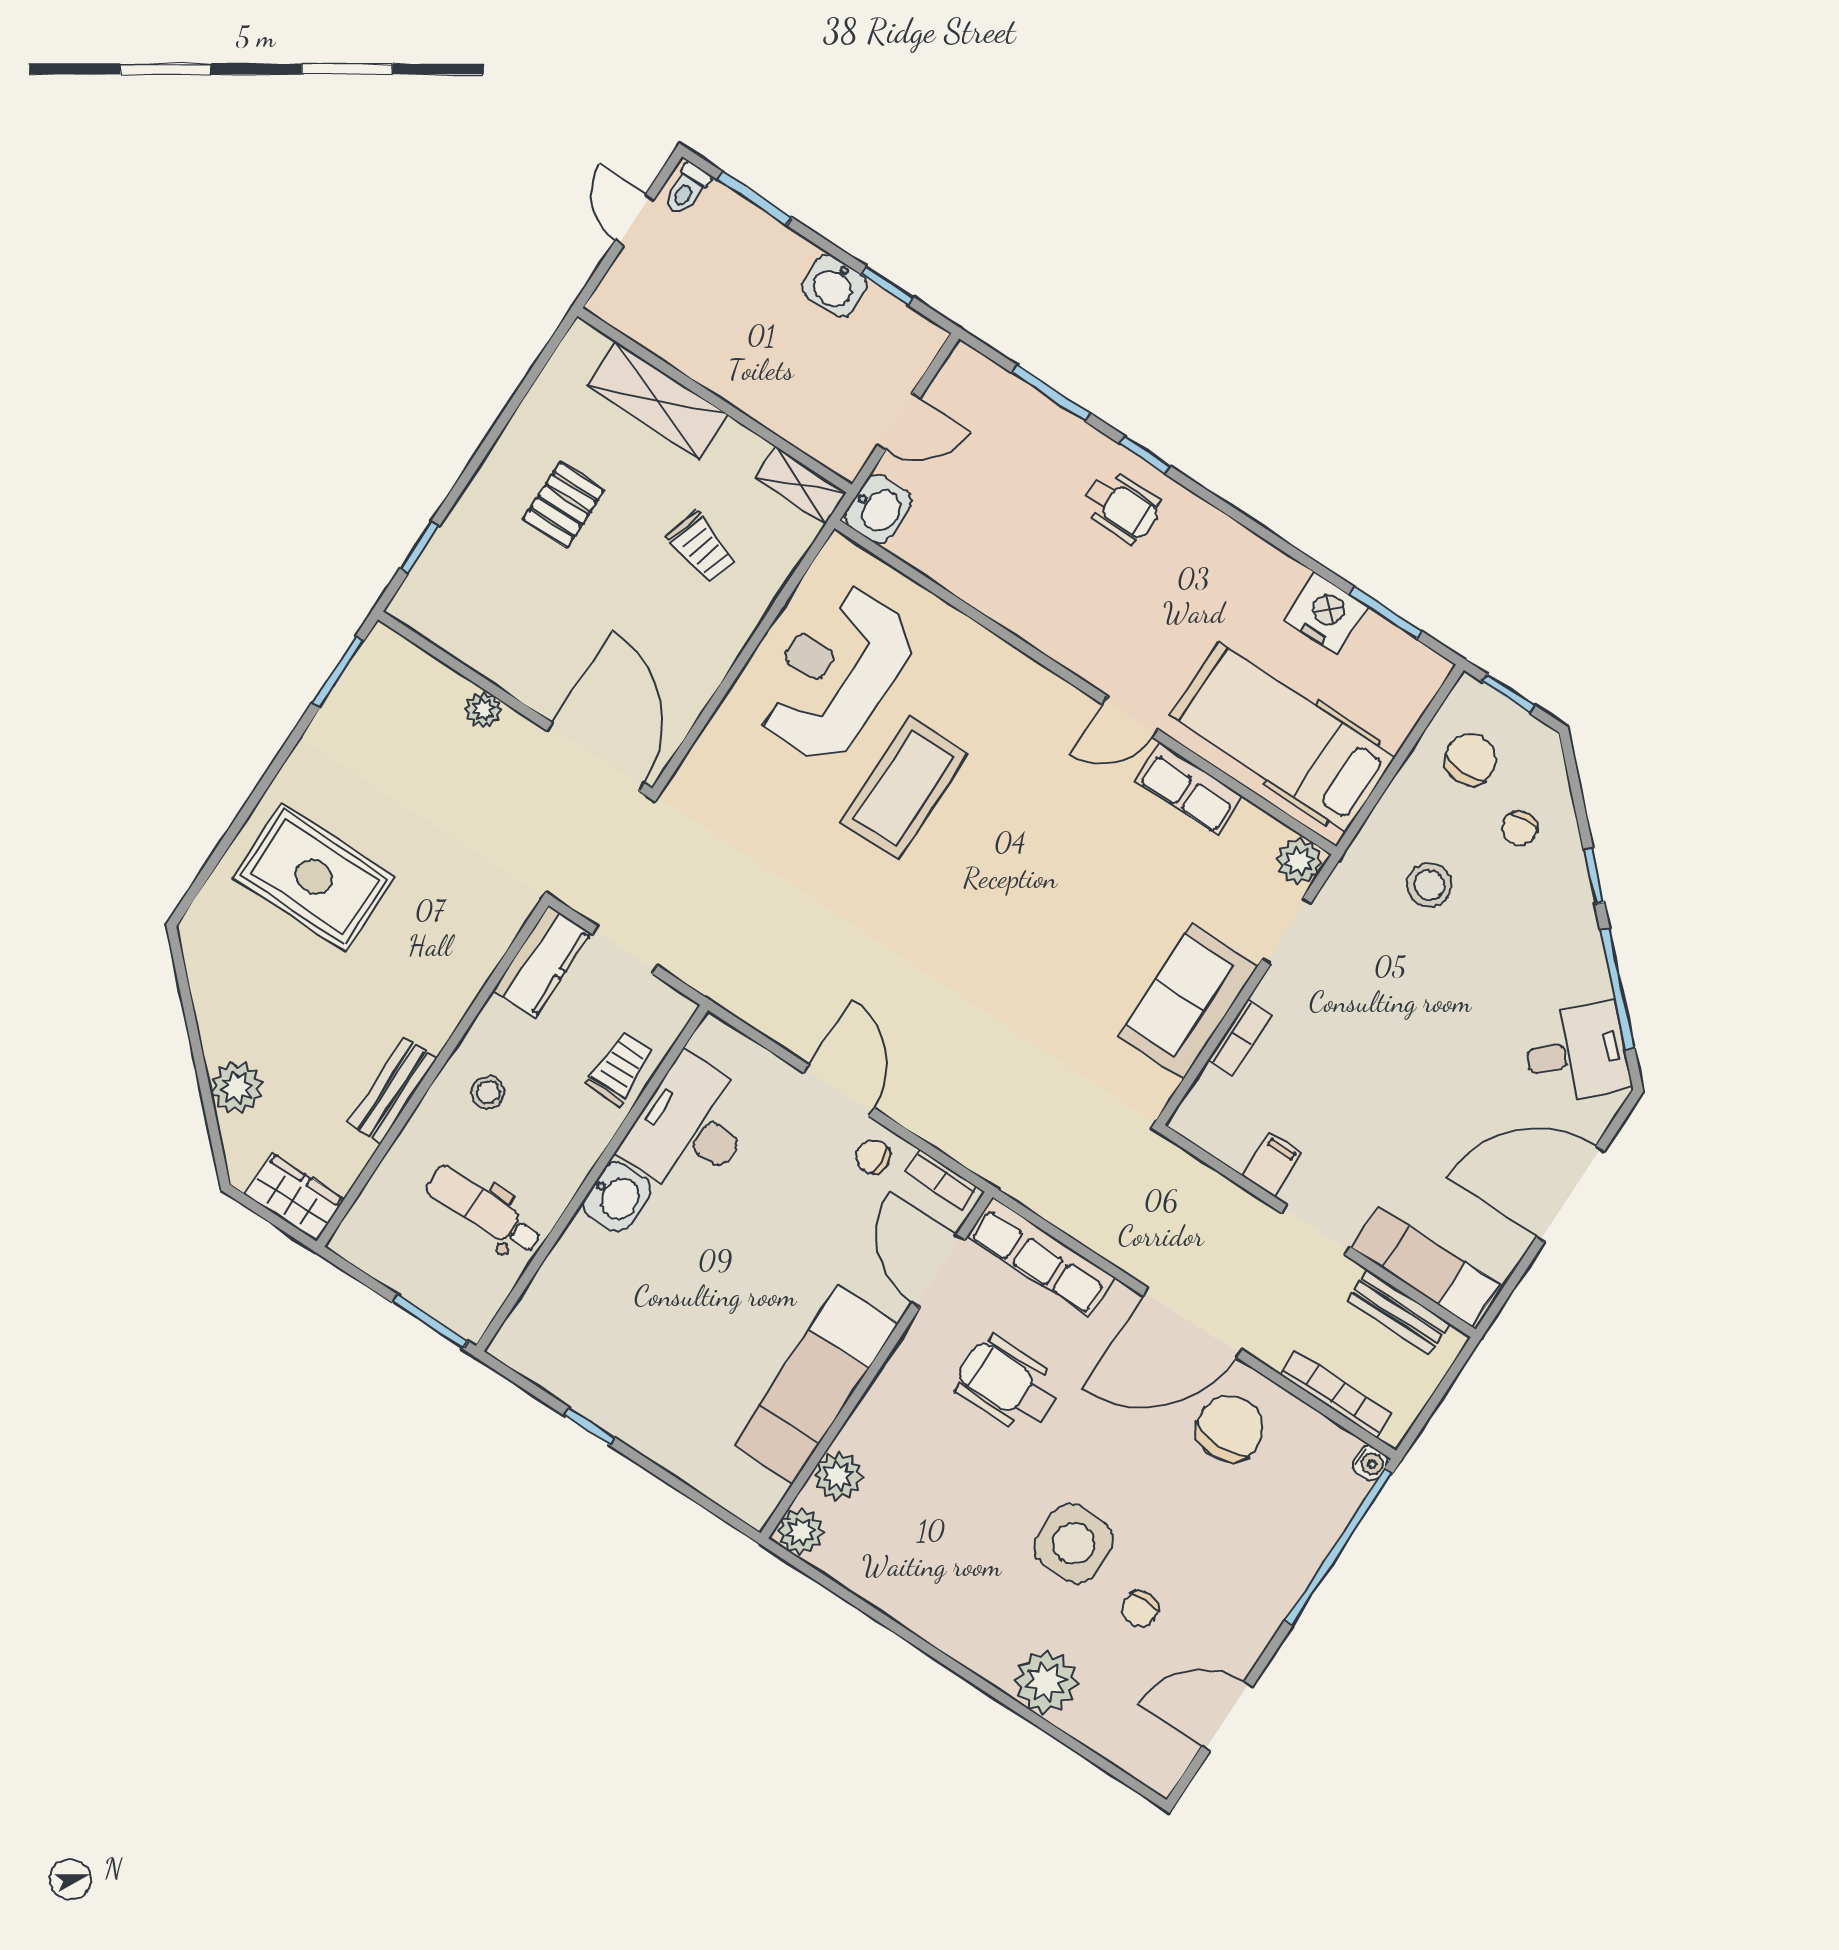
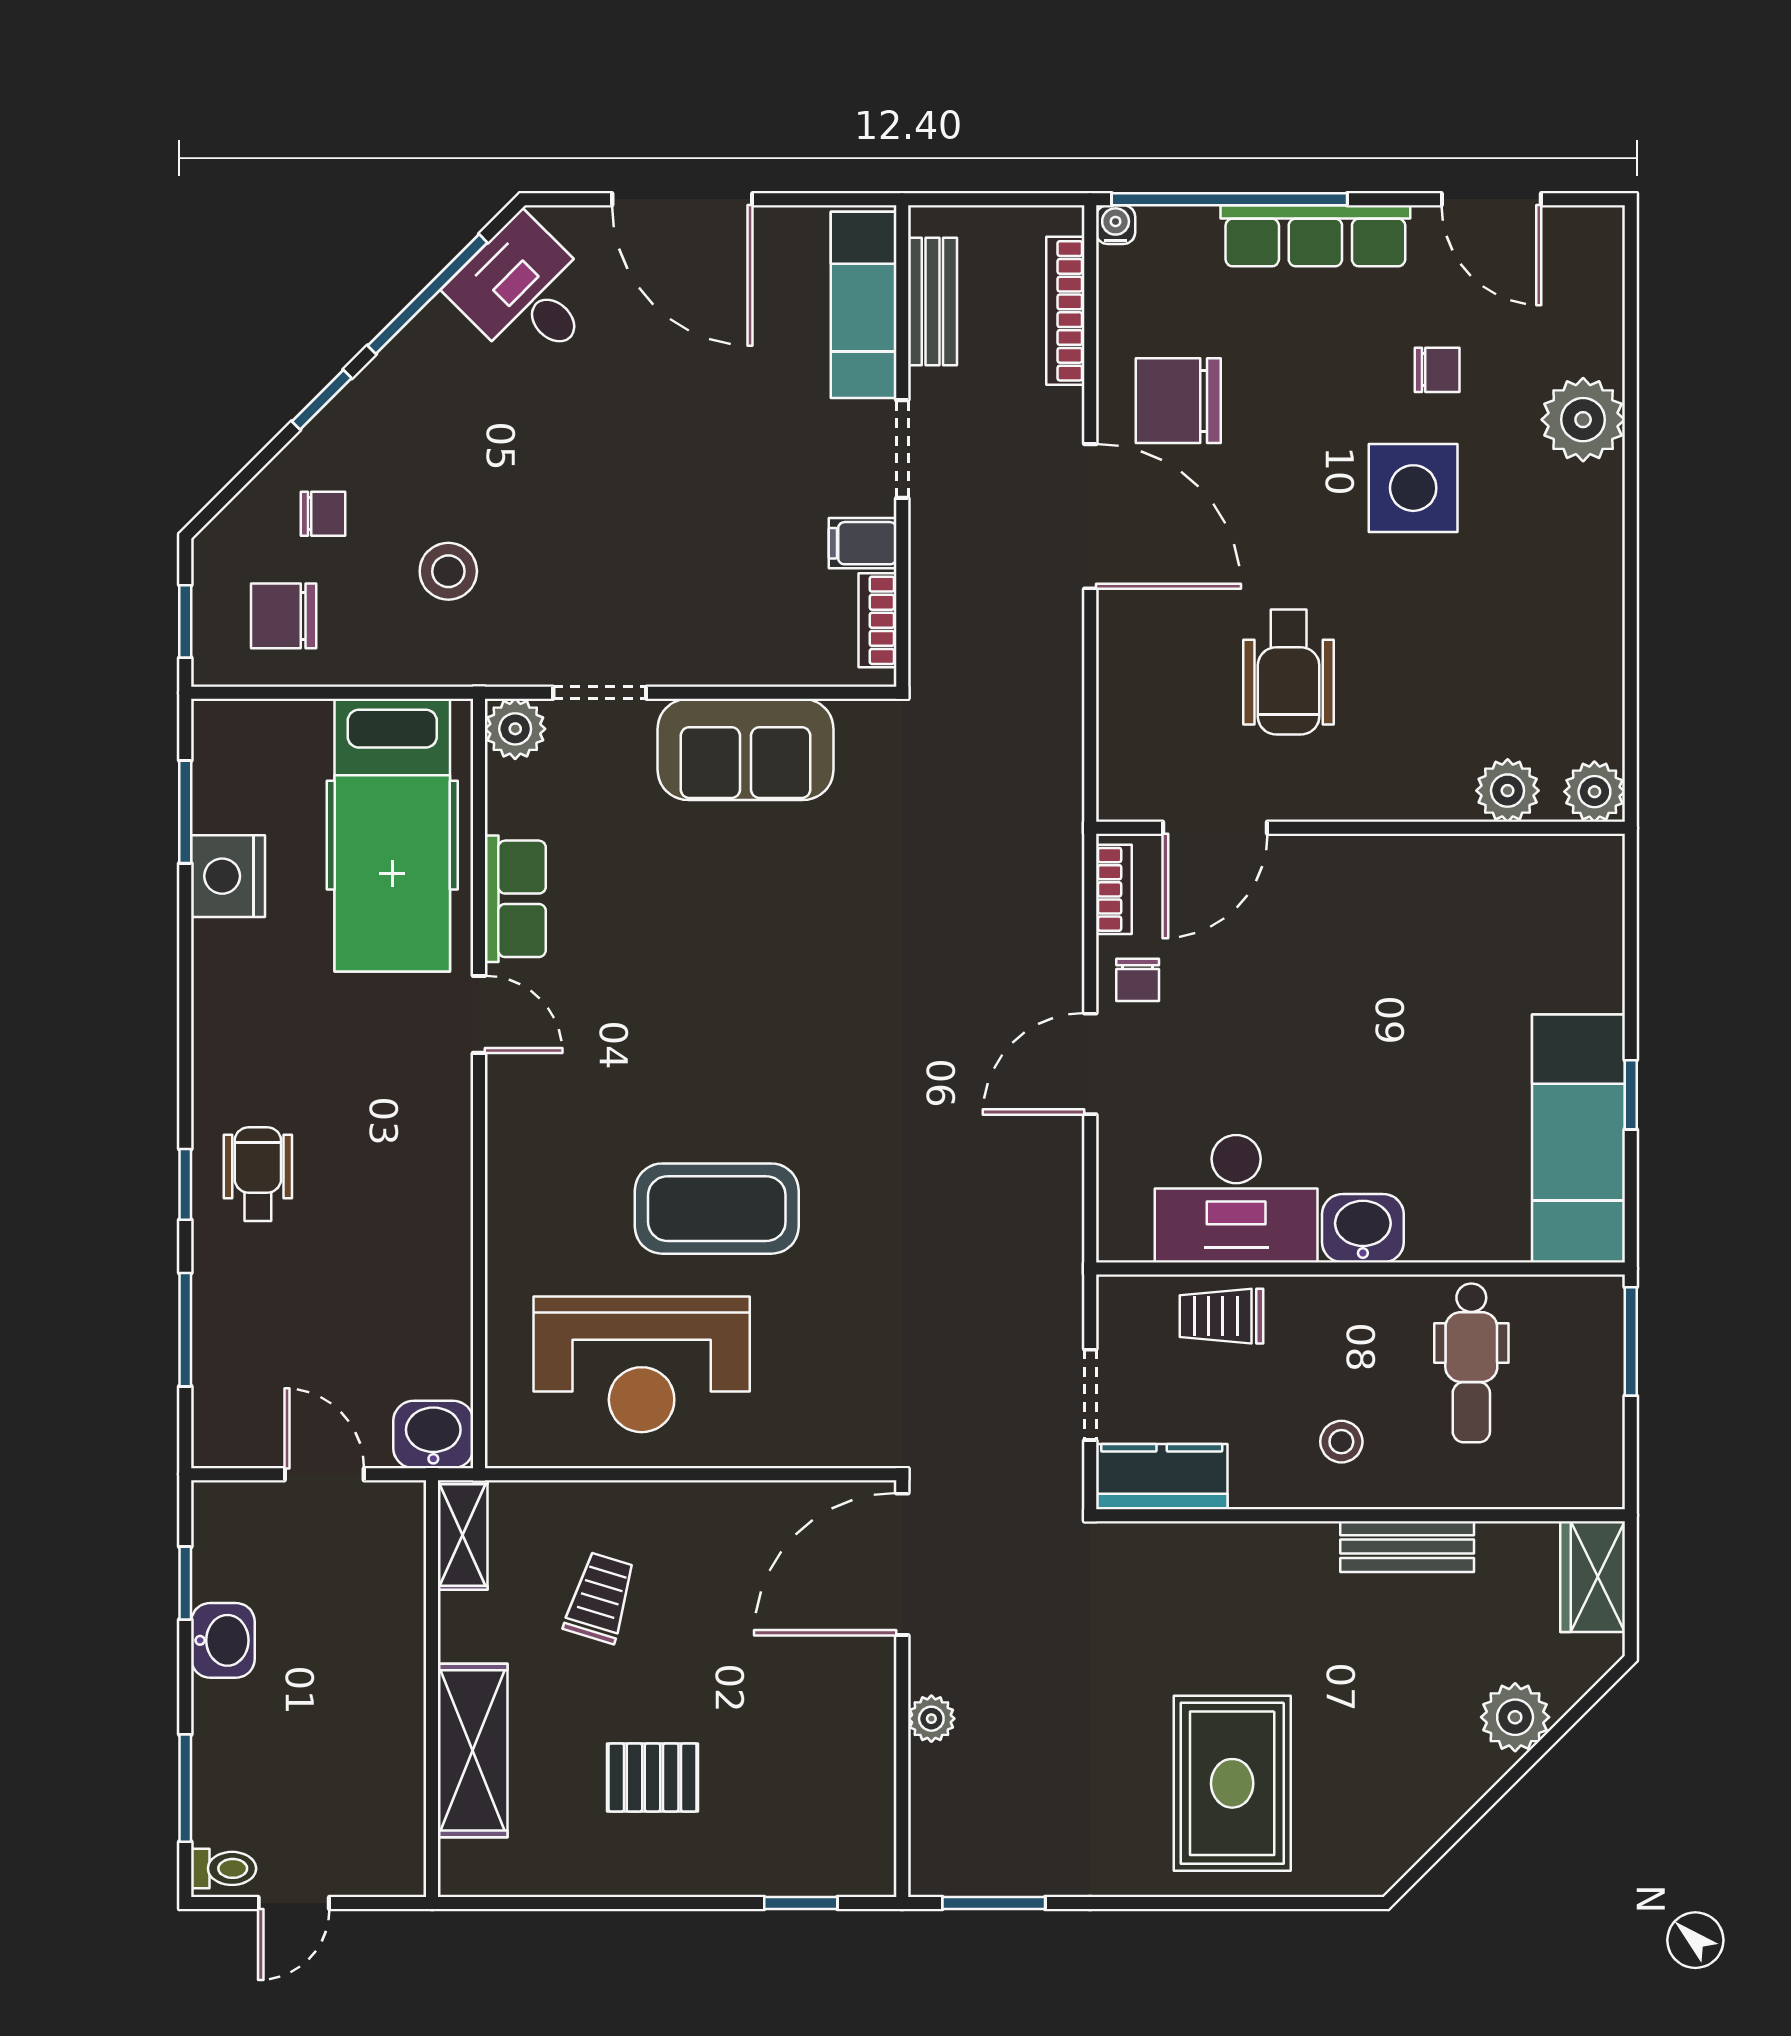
bookcase: (1240, 1037) -> (877, 620), moved, turned -90
row of seats: (1041, 1257) -> (1315, 236), moved, turned 90
exam couch: (816, 1384) -> (1578, 1139), moved, turned 90

